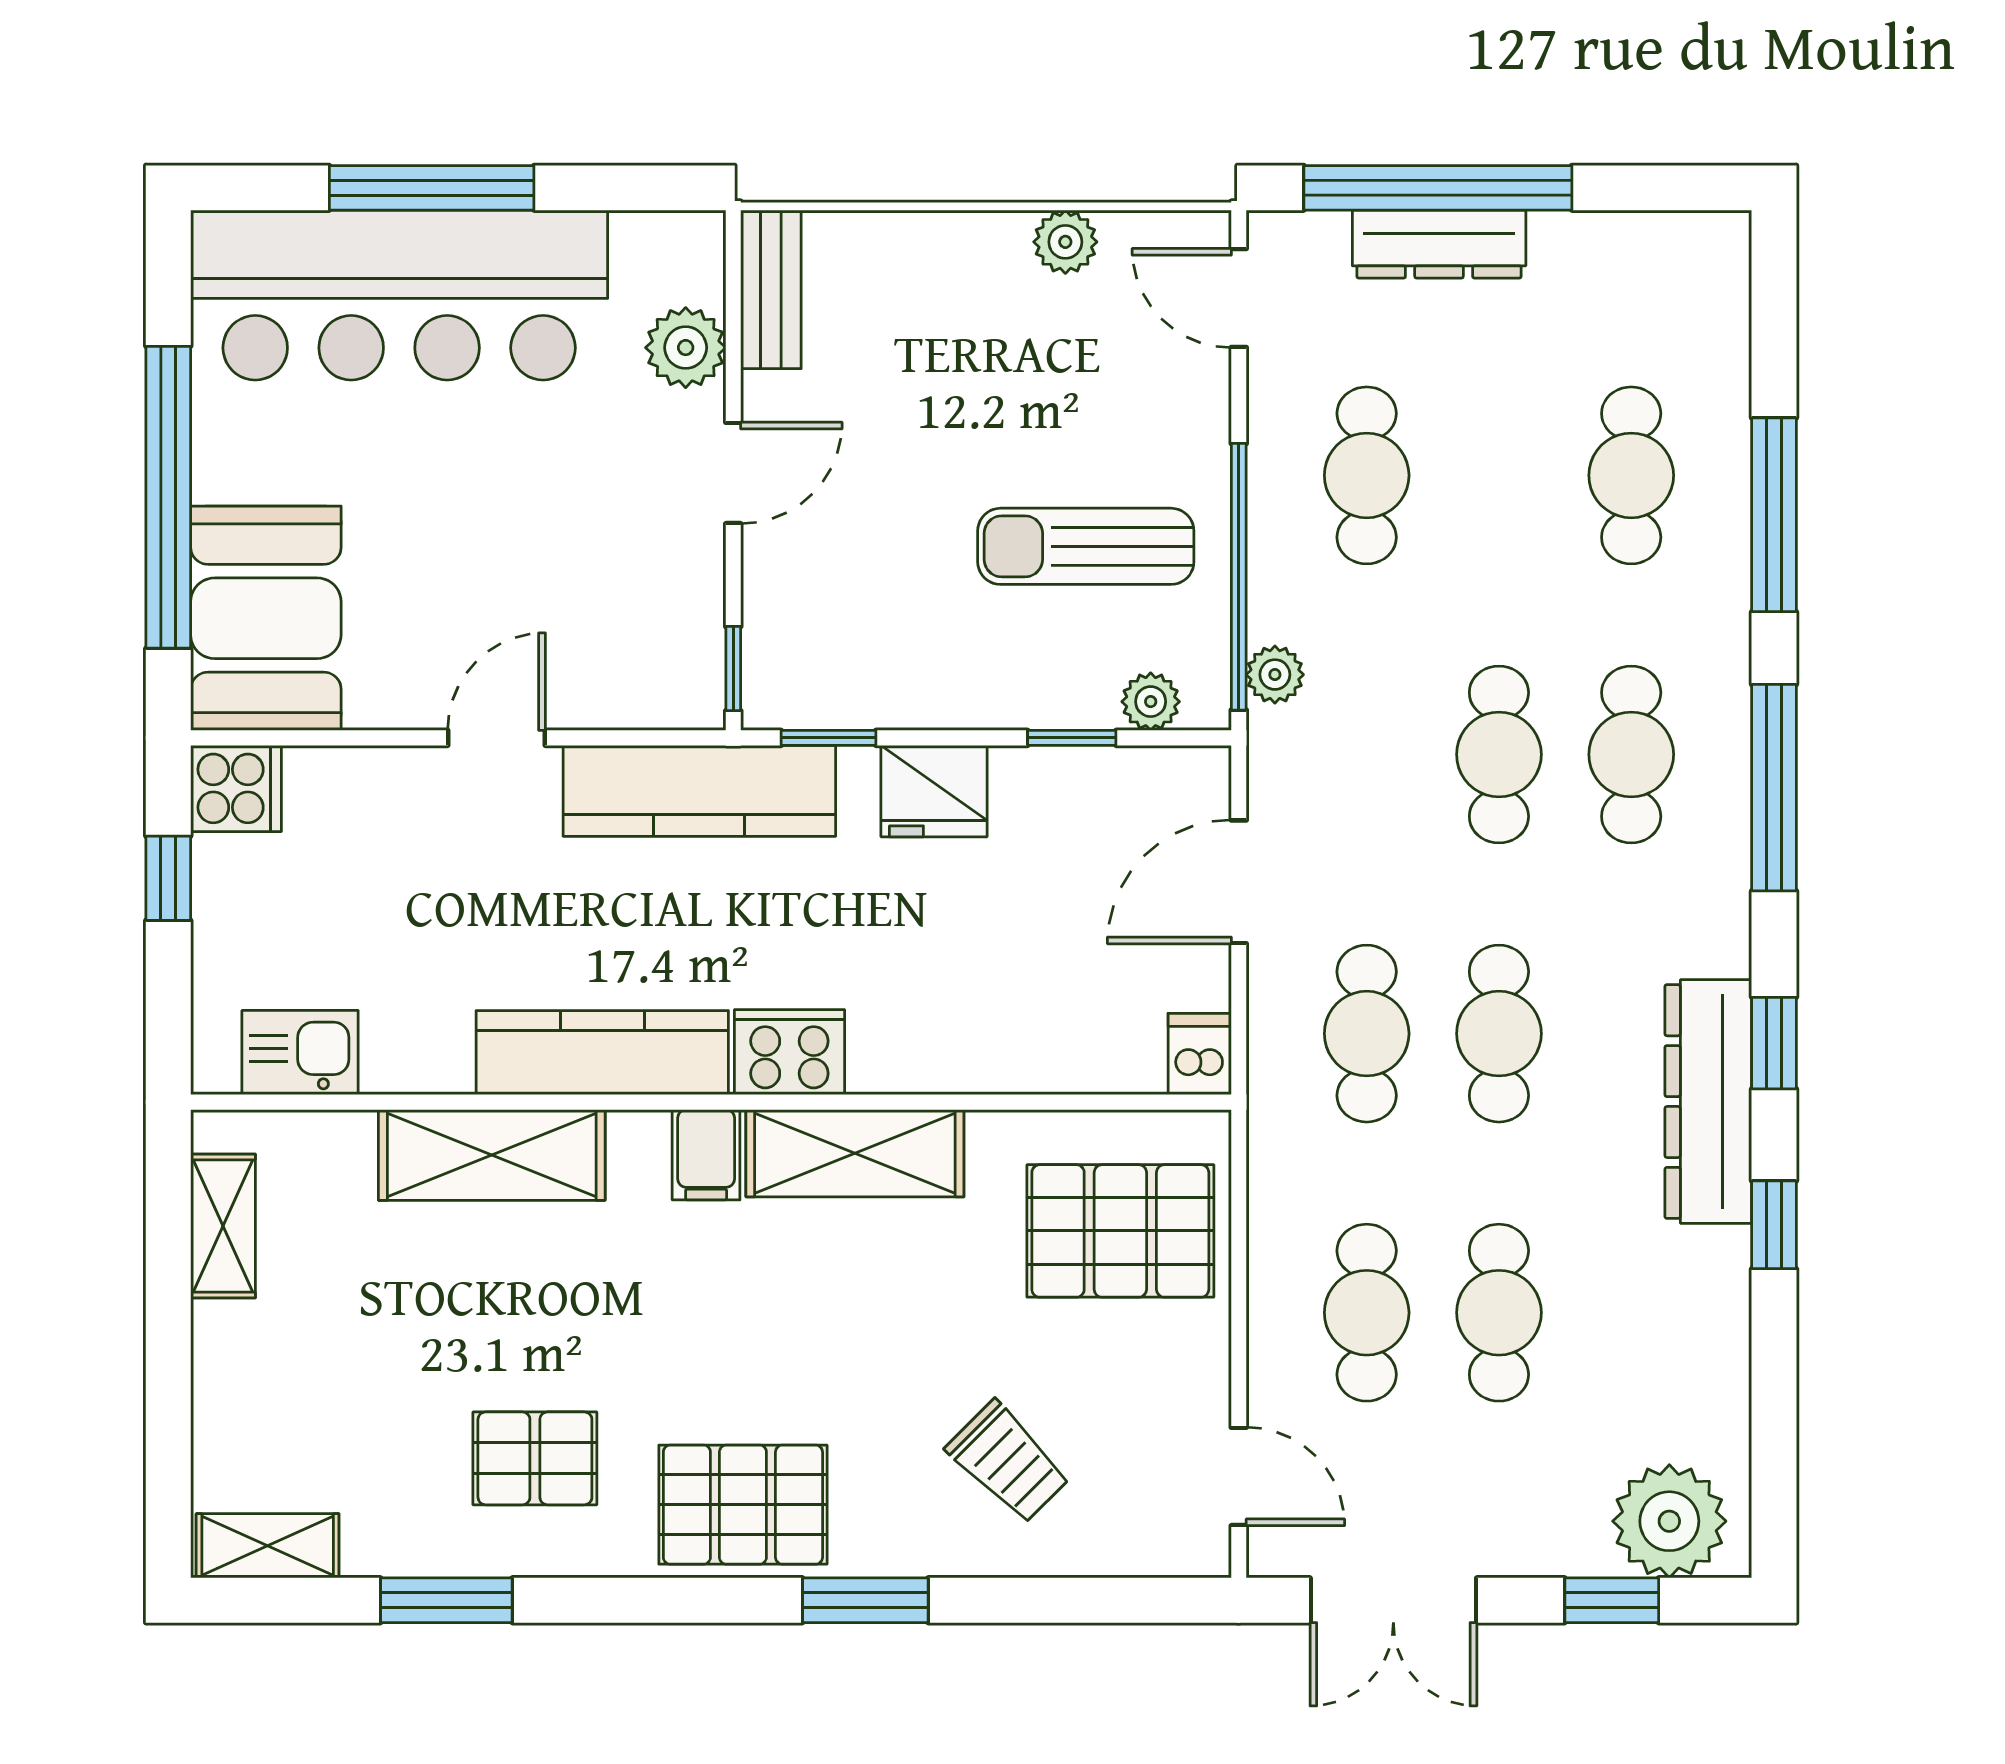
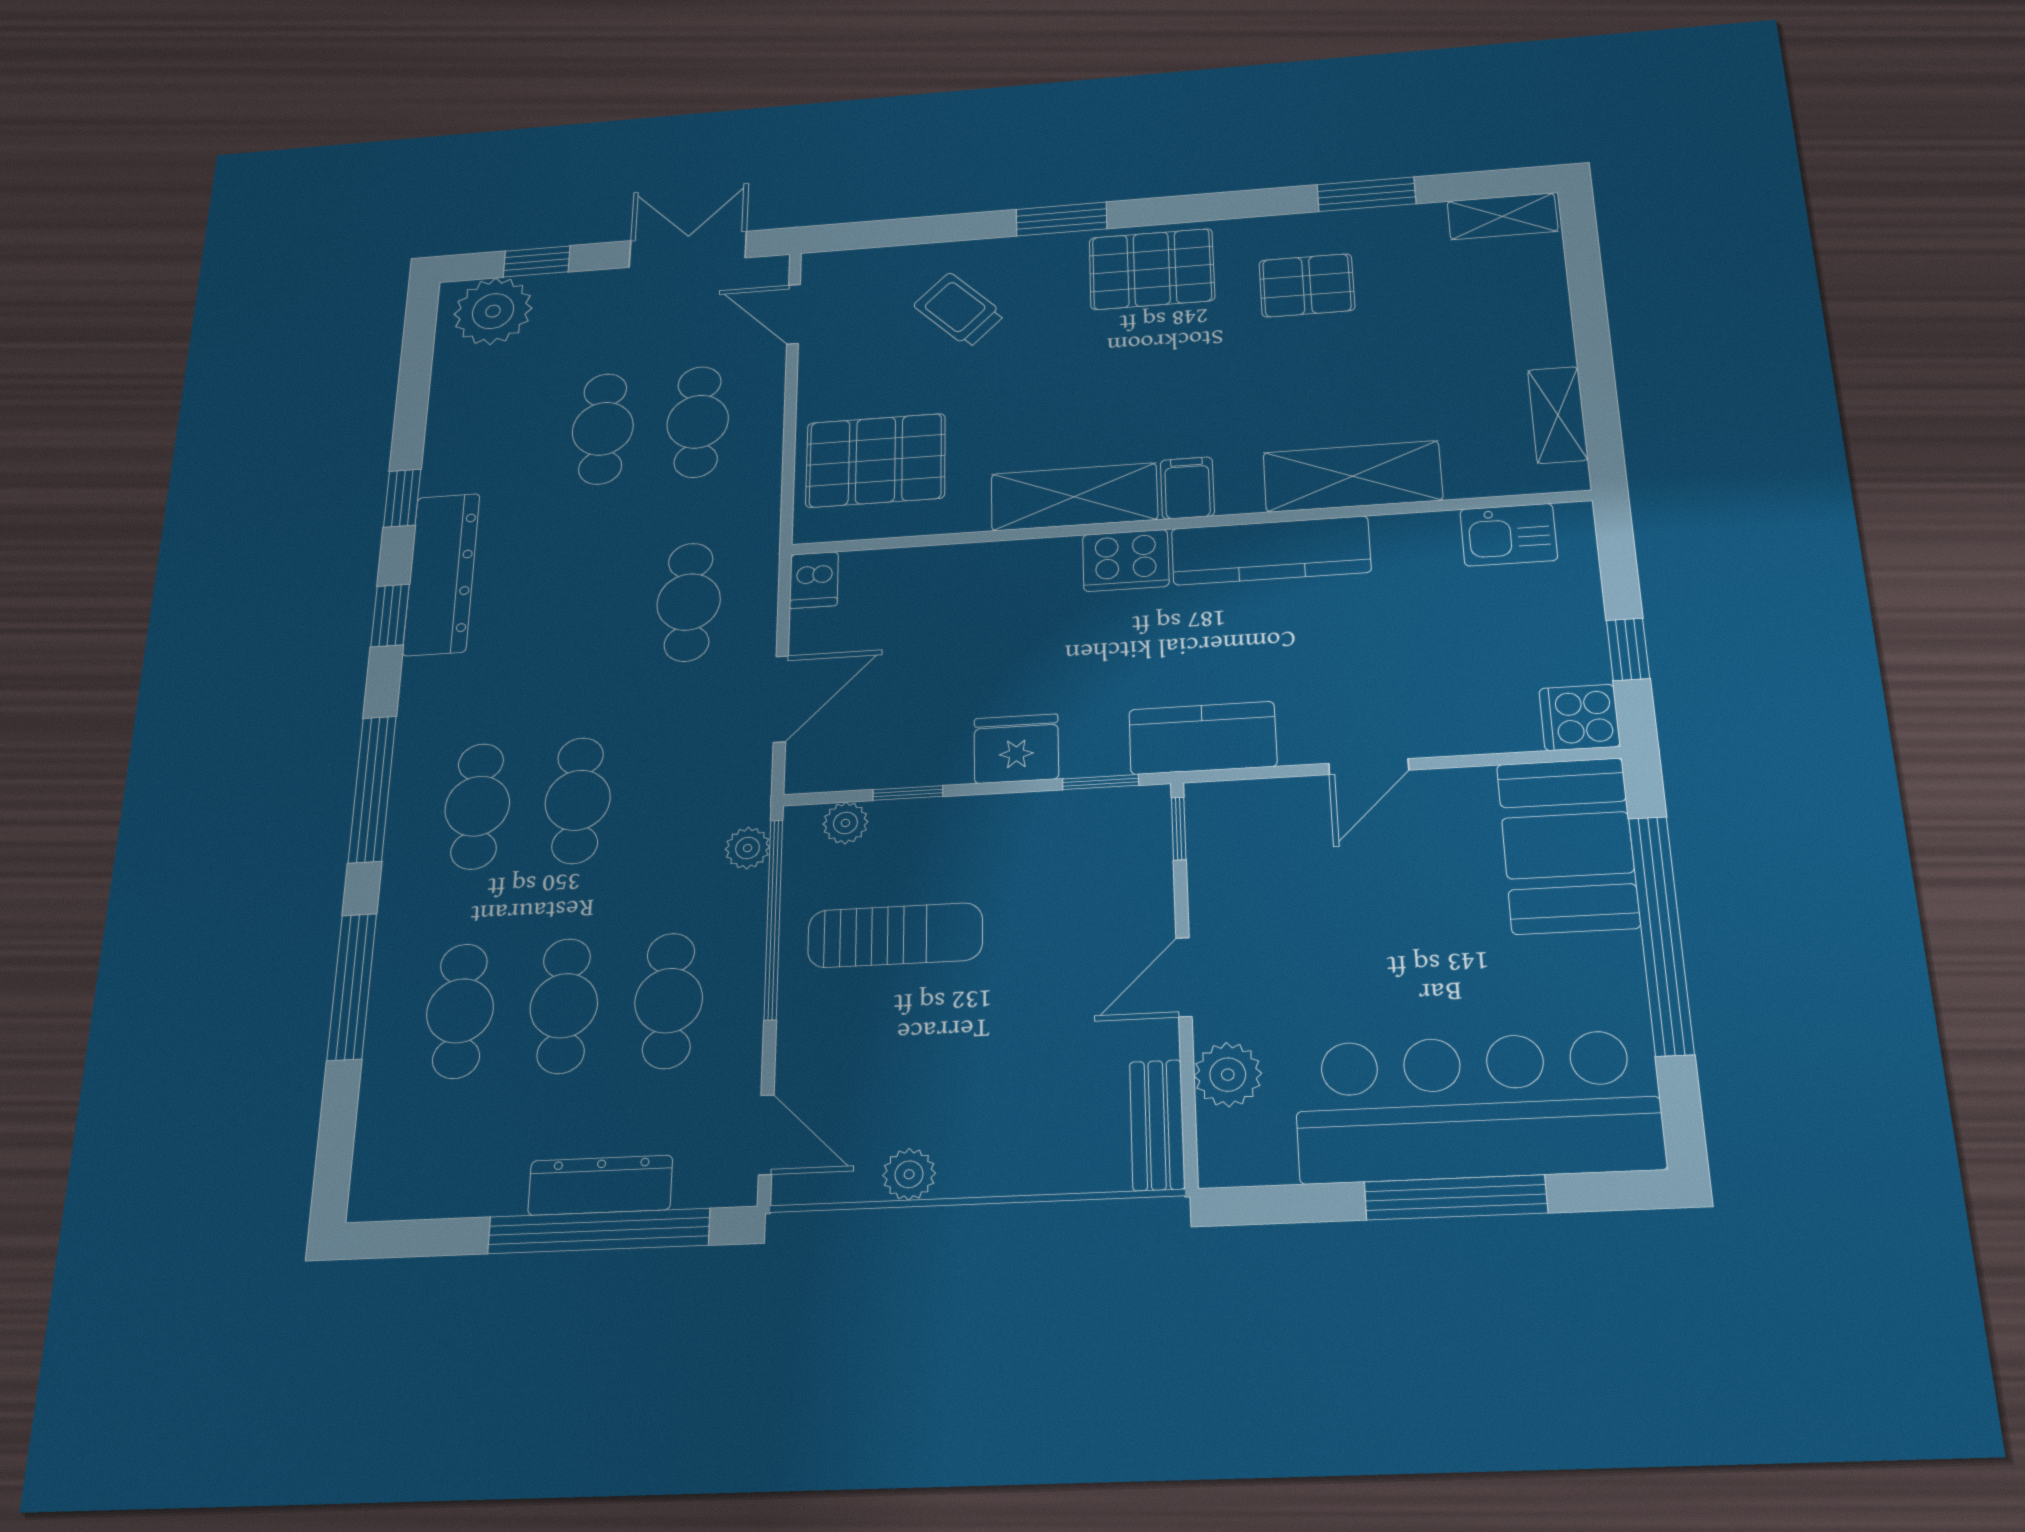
kitchen counter: (699, 791) -> (1203, 738), width x0.67
cafe table: (1499, 1034) -> (564, 1006), moved

